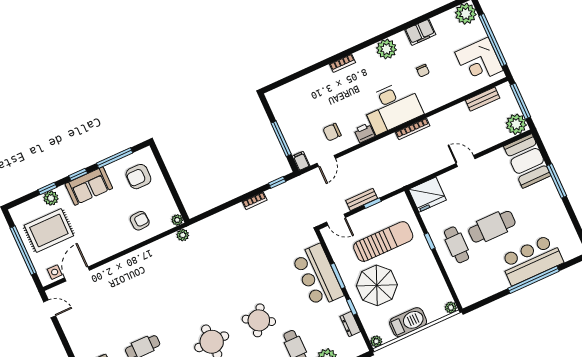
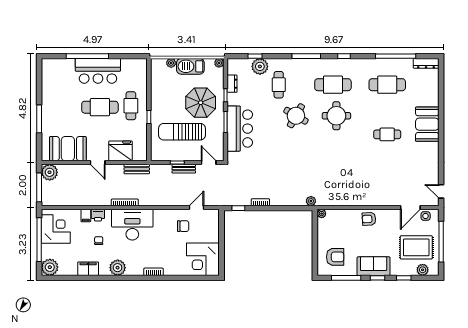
bench: (483, 99) -> (137, 169), moved
corner desk: (291, 104) -> (203, 259), added
printer: (364, 133) -> (98, 215), moved
window: (281, 139) -> (222, 238), removed
filing cabinet: (301, 161) -> (86, 216), moved
booth: (527, 161) -> (68, 149), moved, turned 90
fridge: (427, 195) -> (120, 151), moved
plant: (51, 198) -> (423, 270), moved
armchair: (140, 221) -> (369, 219), moved
plant: (183, 235) -> (311, 201), moved
bar counter: (531, 260) -> (98, 71), moved
plant: (451, 308) -> (171, 63), moved

